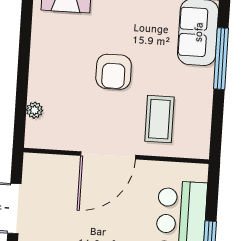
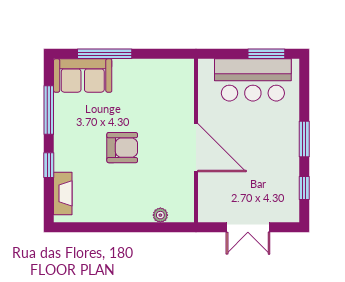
coffee table: (159, 119) -> (161, 105), removed

